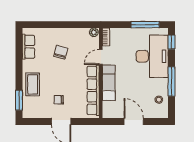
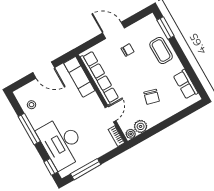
plant: (83, 34) -> (141, 126), added
exam couch: (109, 83) -> (79, 77), moved

